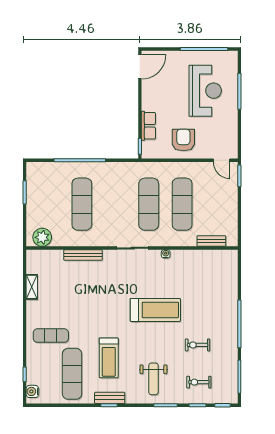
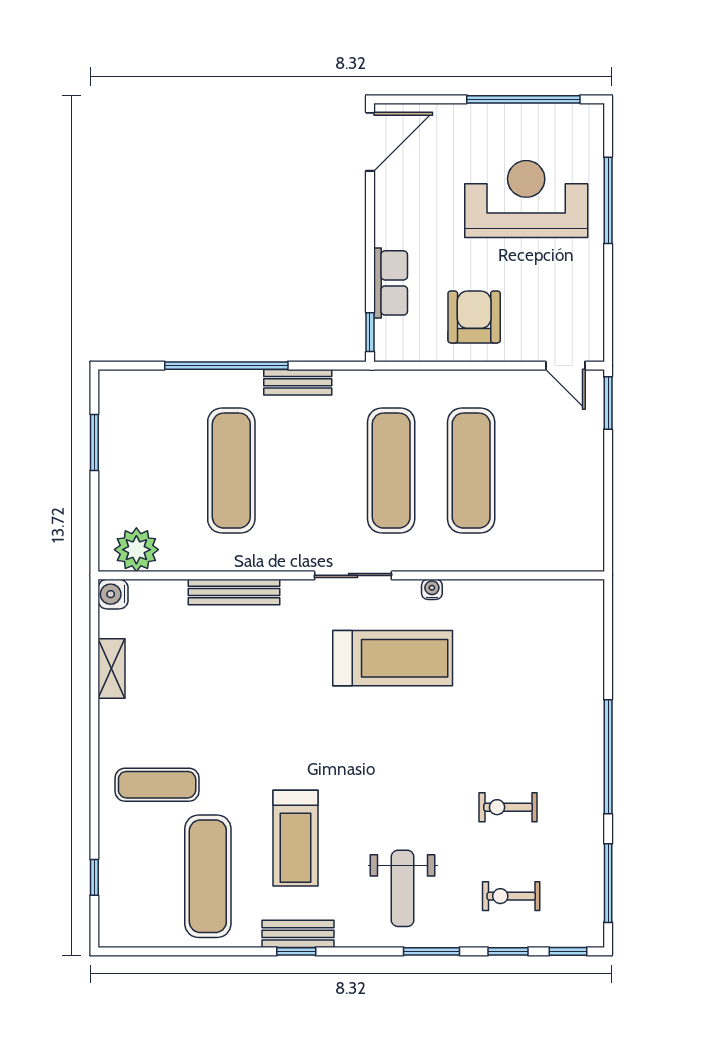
reception desk: (205, 91) -> (526, 199), turned -90
bench: (211, 241) -> (298, 382), moved
treadmill: (155, 310) -> (393, 658), moved
water cooler: (32, 391) -> (113, 594), moved

